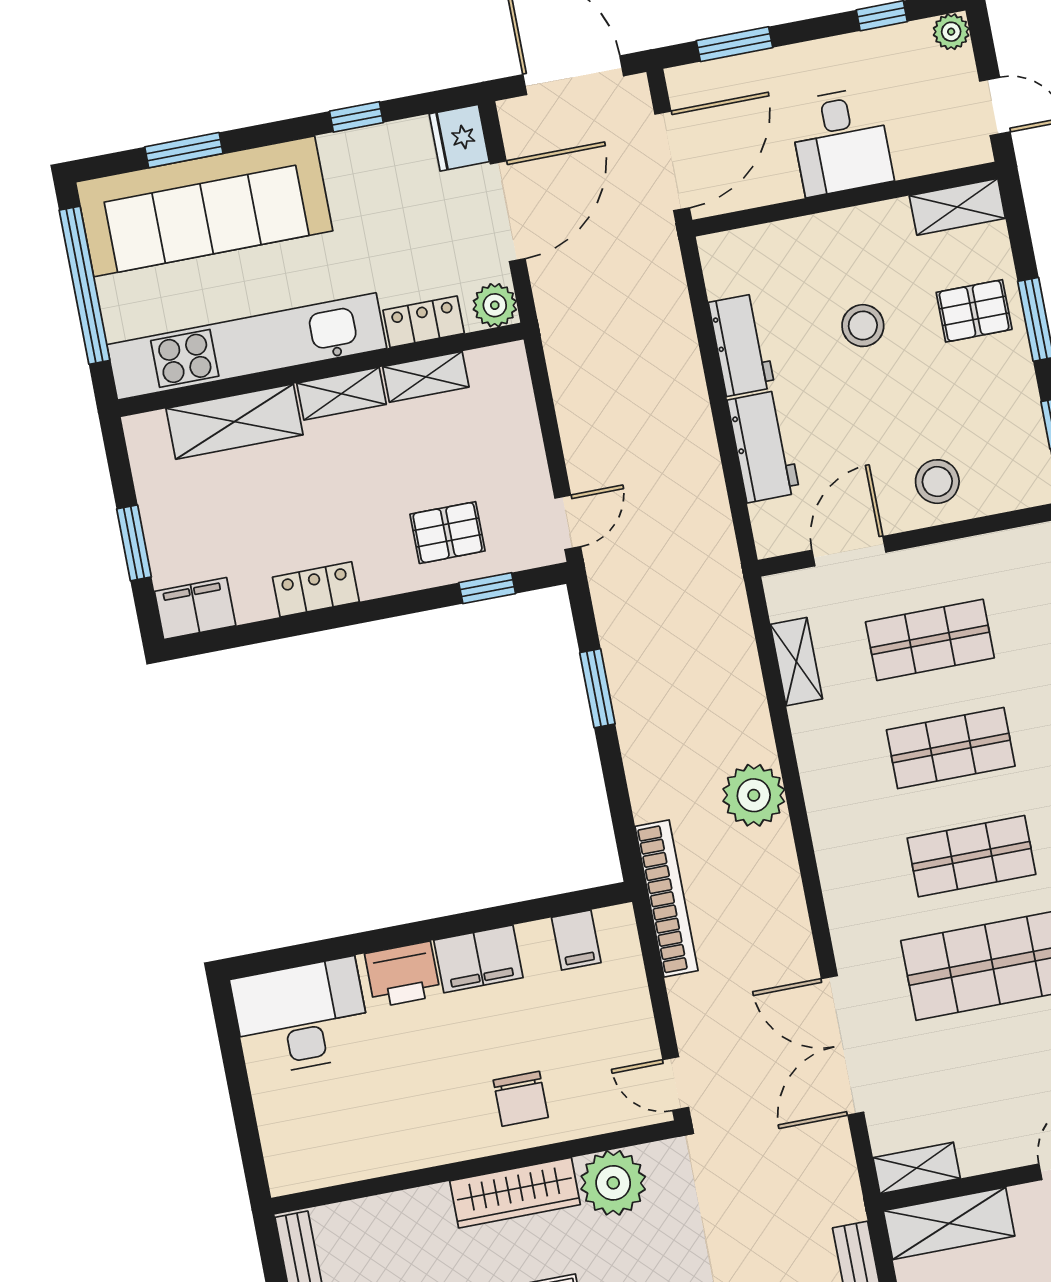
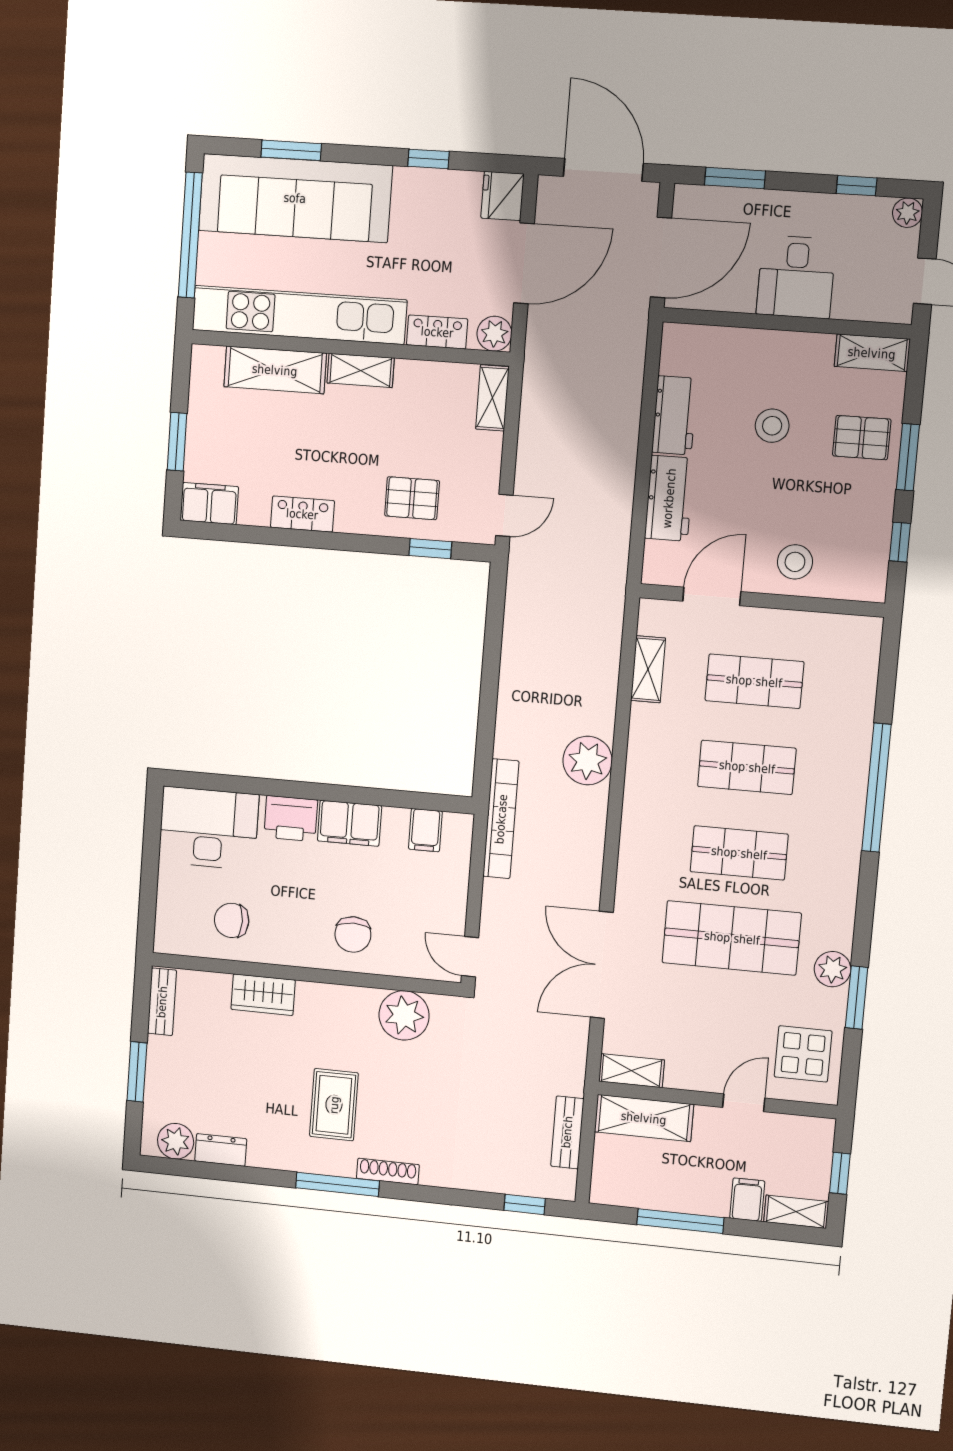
shelving: (426, 377) -> (492, 398), moved, turned 90
window: (597, 688) -> (492, 647), removed
chair: (362, 1126) -> (232, 920), added
wardrobe: (515, 1193) -> (263, 995), moved, width x0.67

